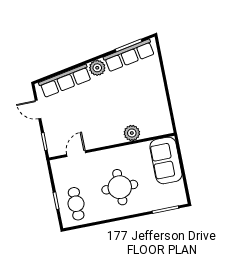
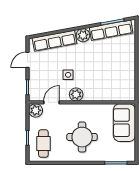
door: (38, 109) -> (27, 60), hinge flipped
side table: (89, 118) -> (68, 75), added
plant: (132, 133) -> (76, 94), moved
plant: (59, 167) -> (36, 110), added

